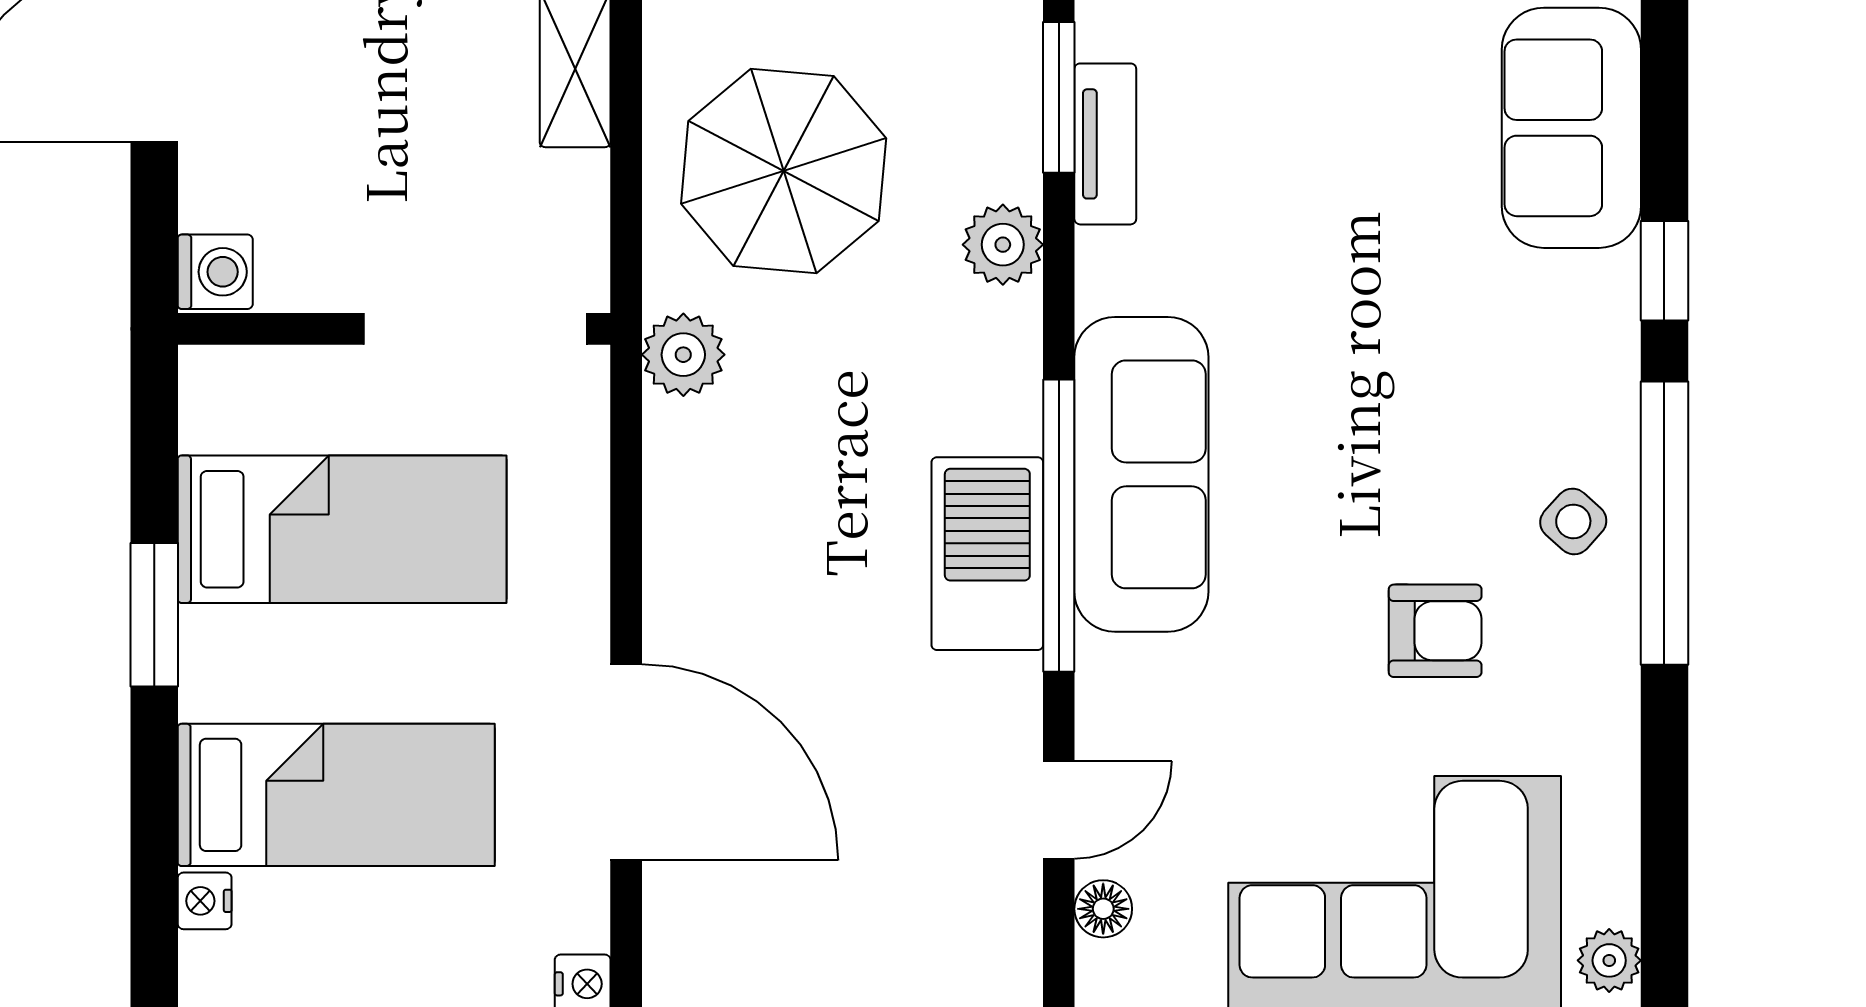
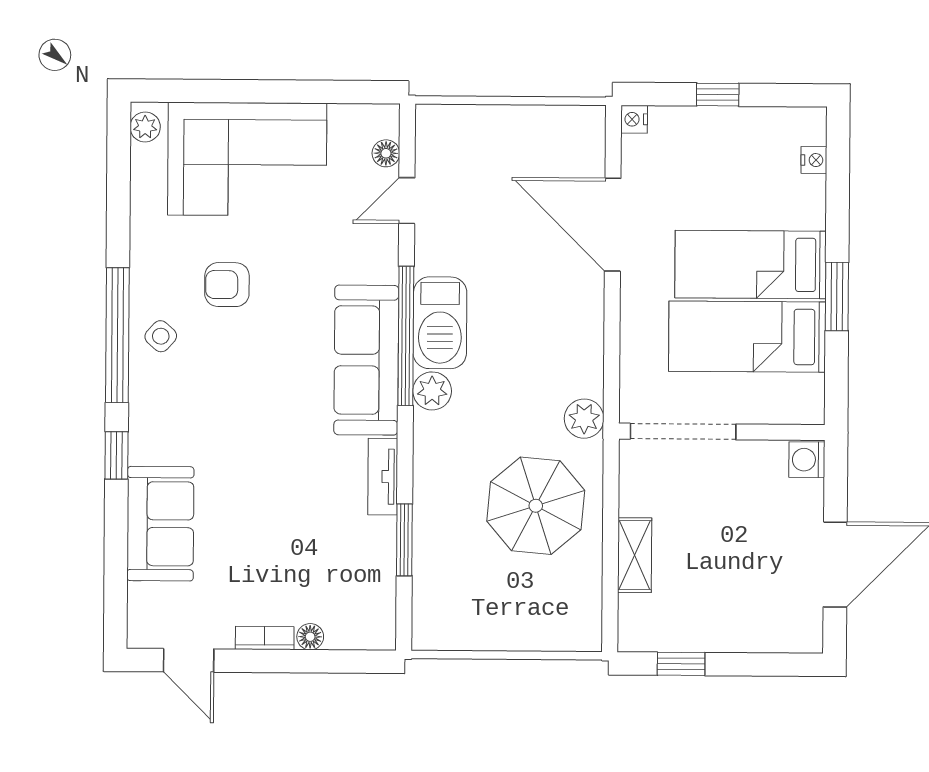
tv unit: (1105, 144) -> (383, 477), moved
plant: (1003, 245) -> (432, 391), moved
bed: (336, 795) -> (751, 264), moved

